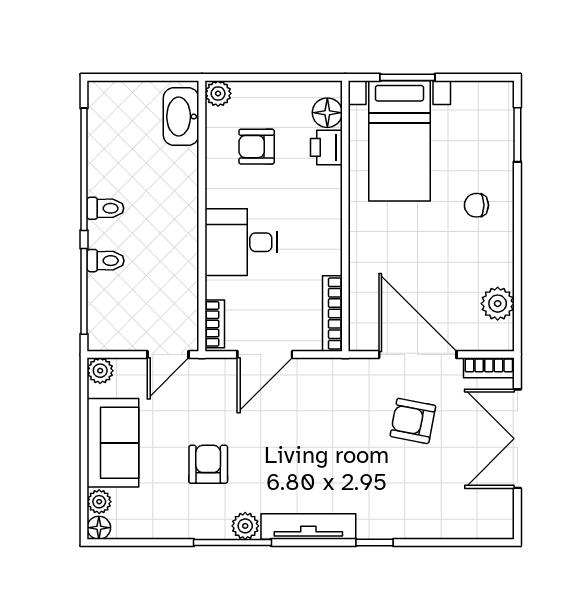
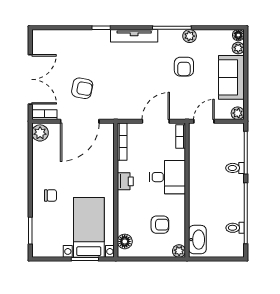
printer: (326, 147) -> (125, 181), moved
toilet: (105, 208) -> (235, 228), moved
plant: (498, 304) -> (40, 133), moved
door: (418, 355) -> (80, 121), hinge flipped
plant: (245, 526) -> (190, 36), moved

